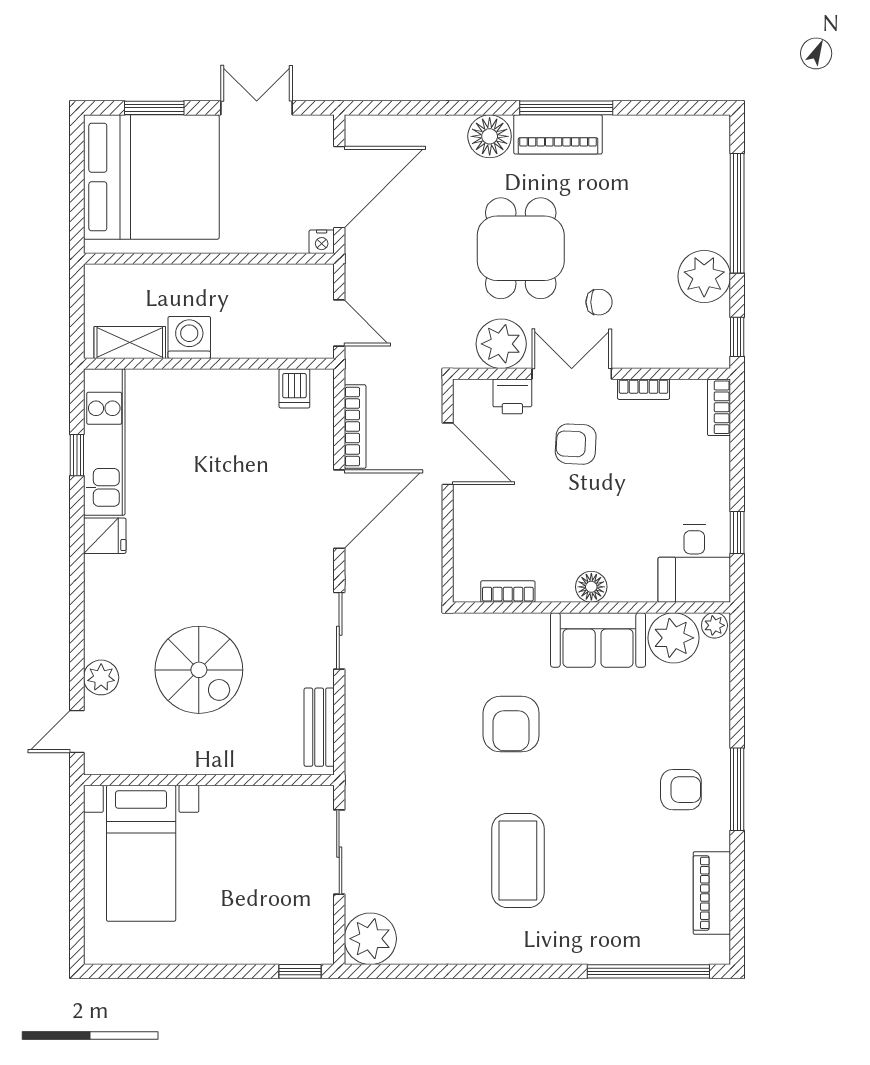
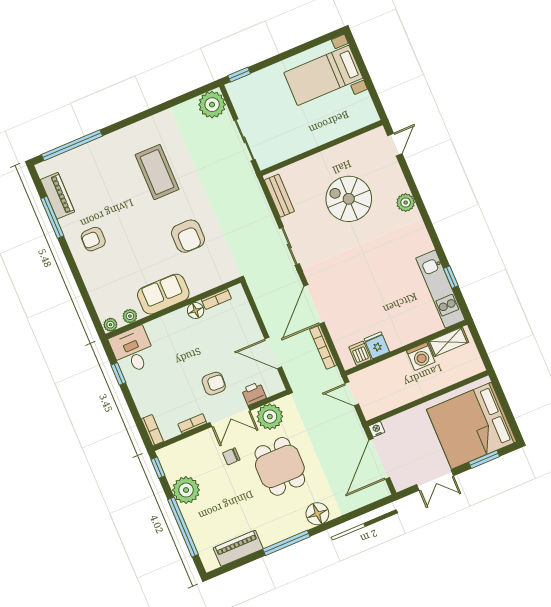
piano: (558, 134) -> (238, 548), moved
fridge: (105, 536) -> (377, 345), moved, turned 90
floor lamp: (591, 587) -> (196, 311), moved
plant: (674, 638) -> (130, 316), width x0.53, depth x0.53
plant: (101, 677) -> (406, 203), moved
armchair: (511, 724) -> (188, 236), turned 180
window: (737, 789) -> (52, 217), moved
bed with nightstands: (141, 853) -> (323, 75), moved, turned -90

